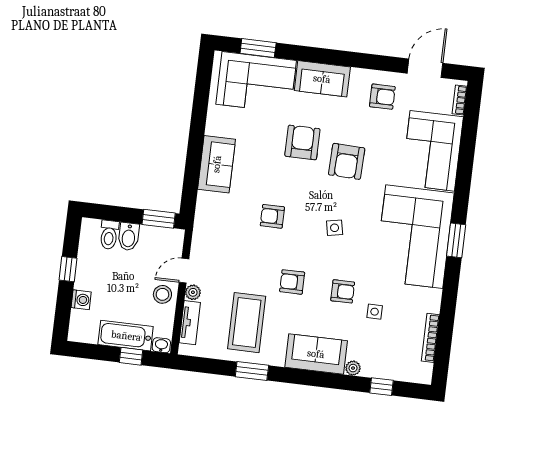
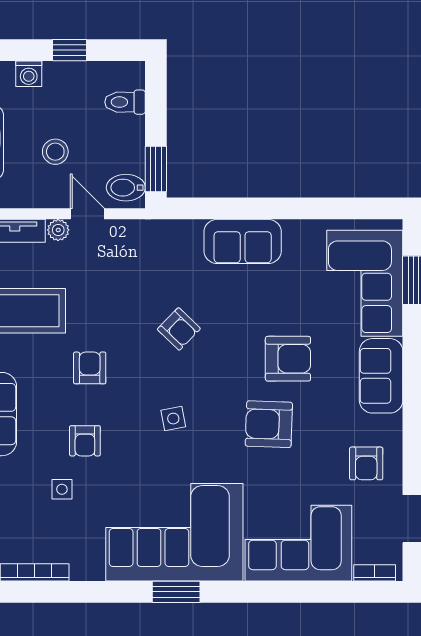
armchair: (272, 216) -> (179, 329), turned 134
bidet: (129, 237) -> (126, 188), moved
stool: (162, 294) -> (55, 152), moved

